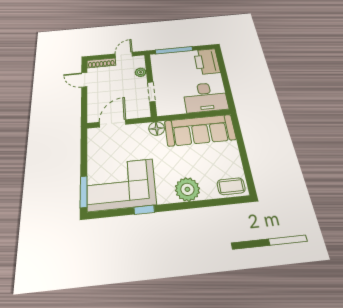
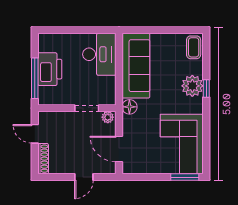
printer: (207, 61) -> (50, 69), moved, turned -90
plant: (141, 72) -> (108, 117), moved
door: (84, 80) -> (84, 177), moved
window: (144, 210) -> (206, 88), moved

